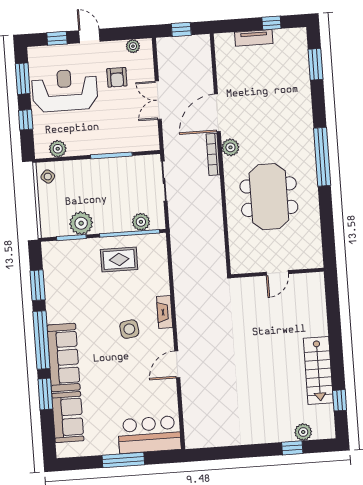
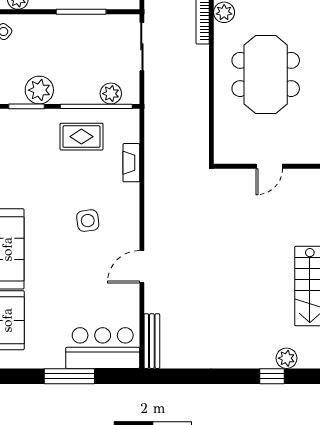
fireplace: (165, 312) -> (131, 163), moved
bench: (190, 426) -> (152, 341), added

